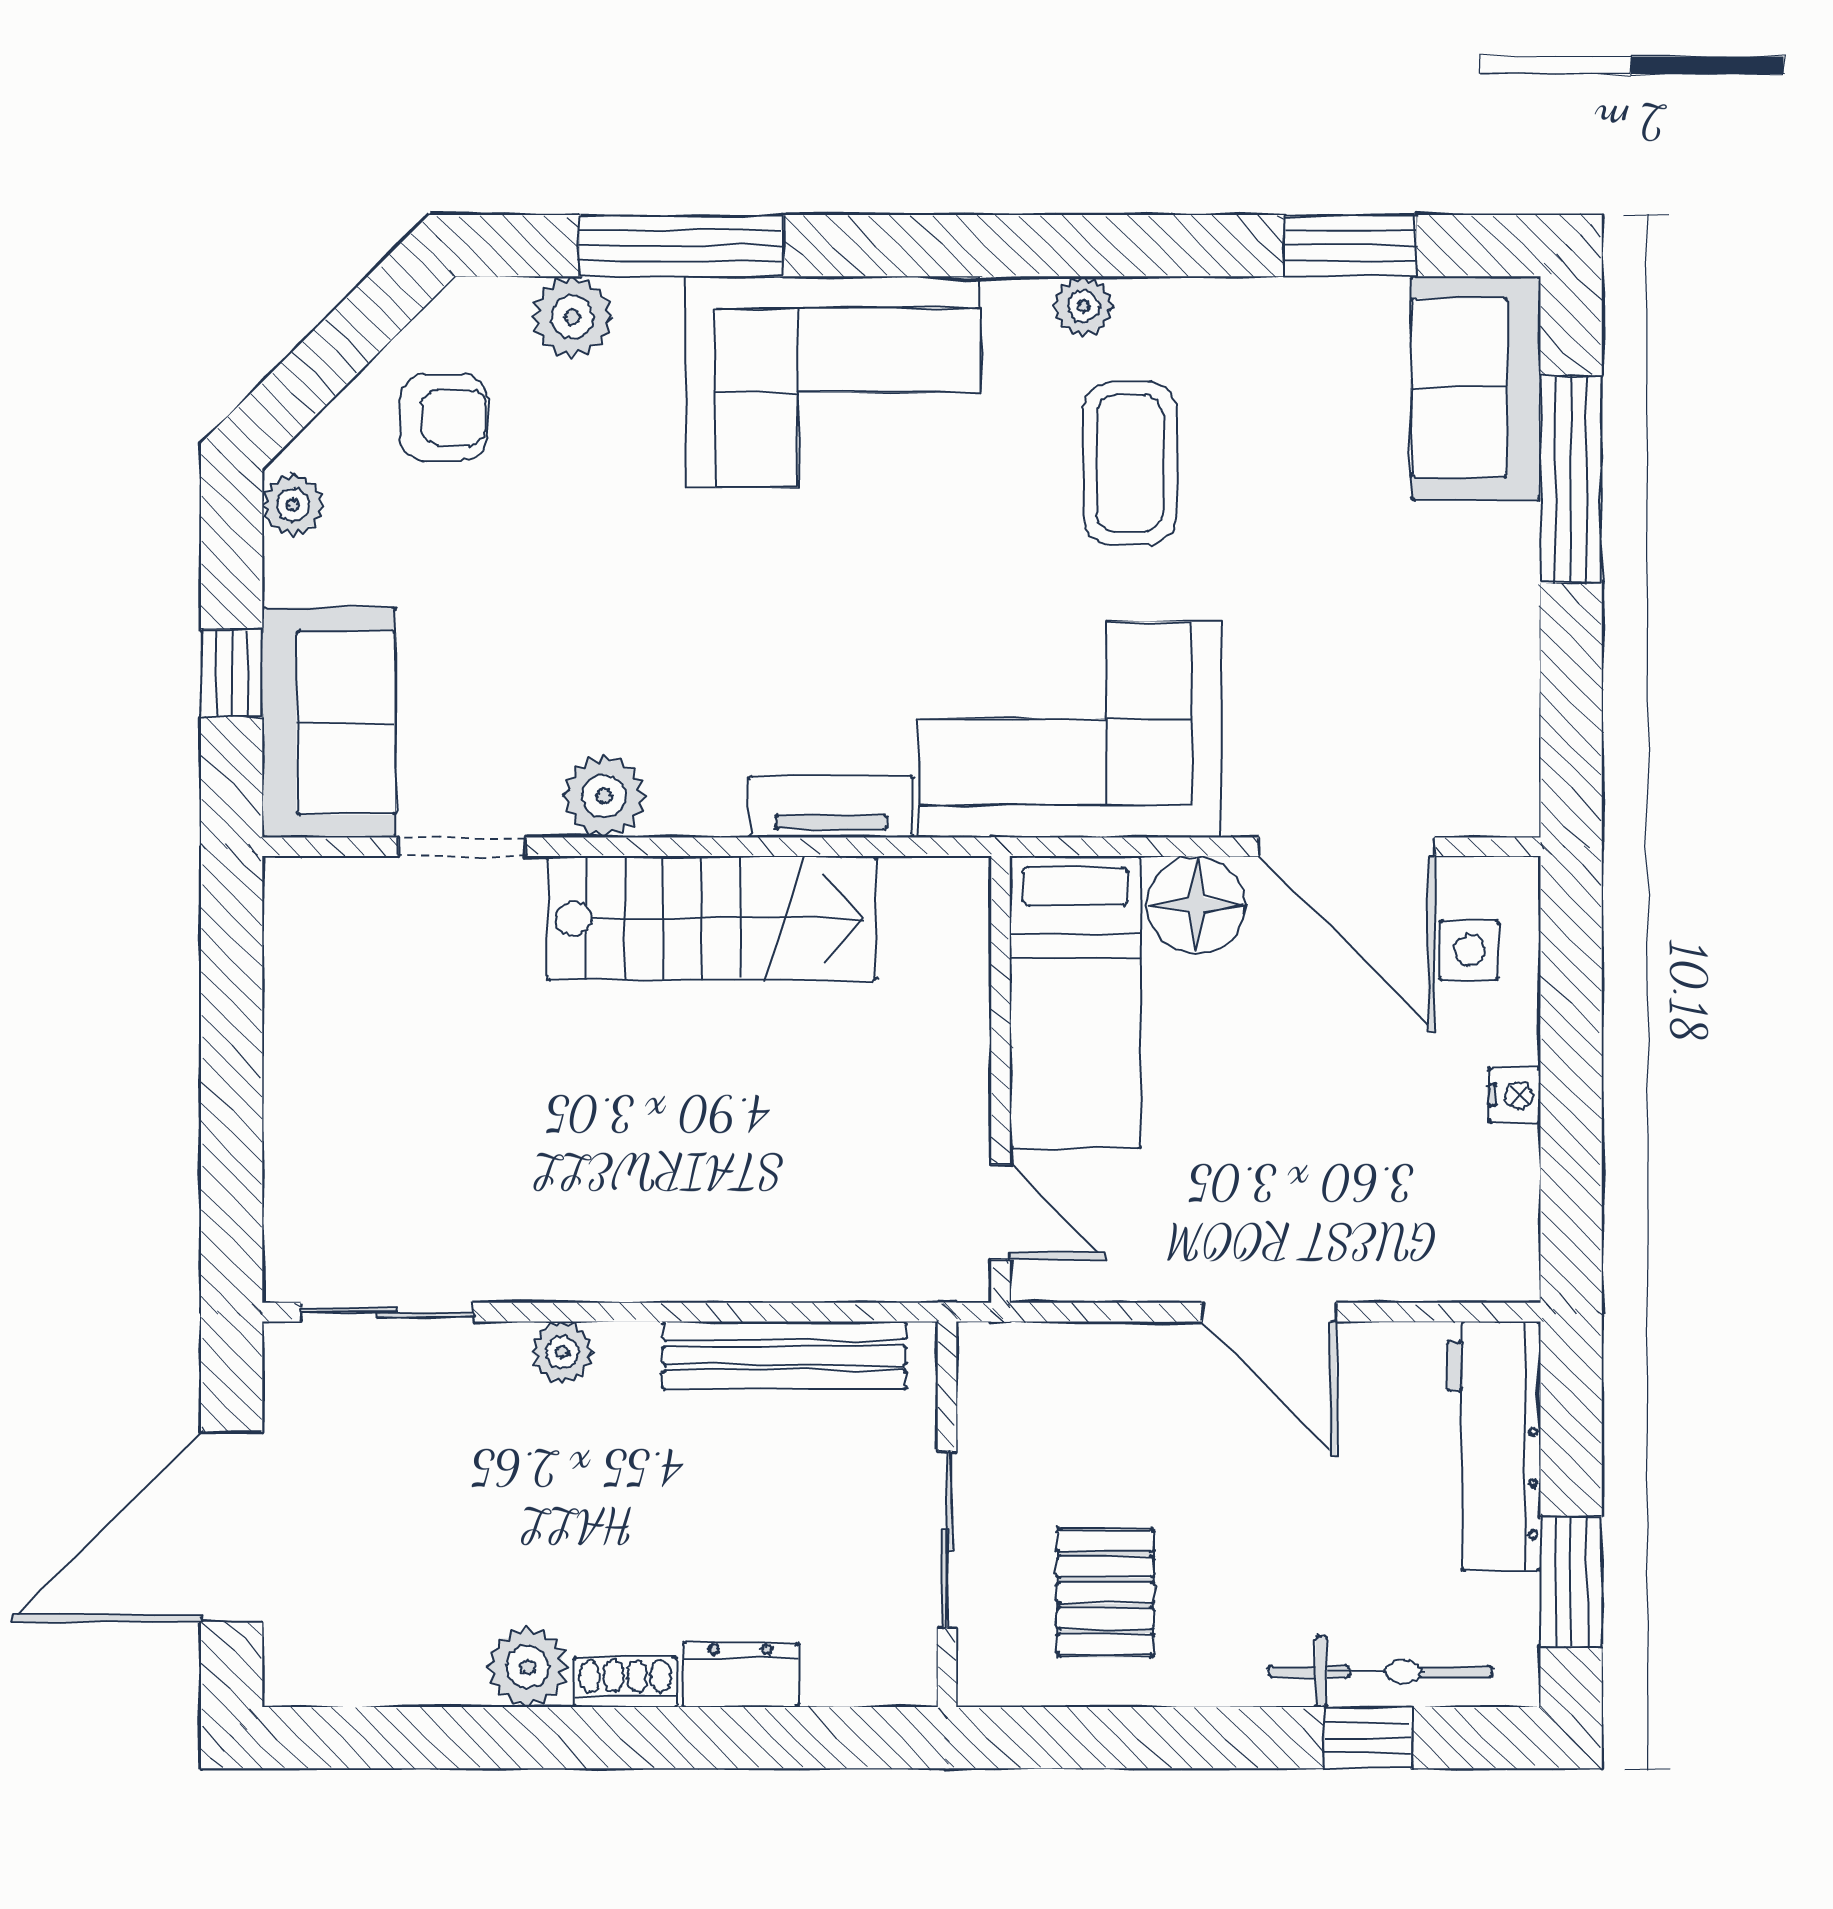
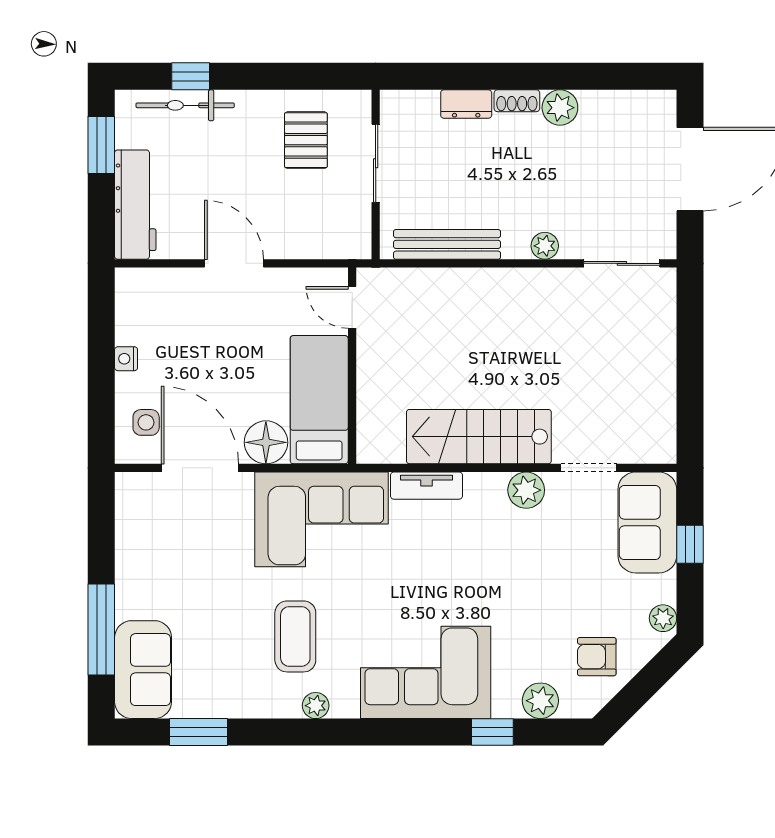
window: (681, 246) -> (492, 732), width x0.46

